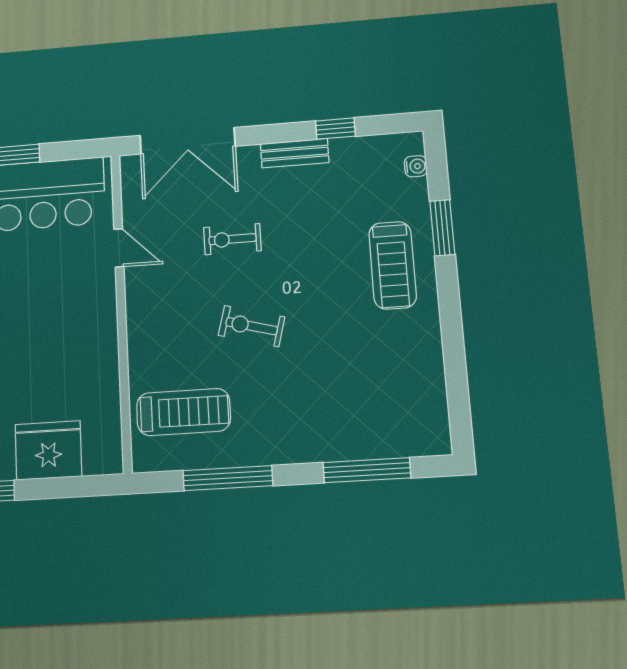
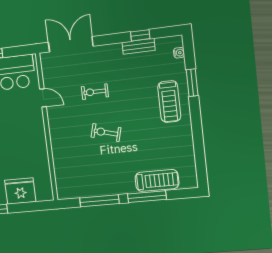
double door: (187, 141) -> (71, 44), swing flipped
bench: (295, 153) -> (139, 46), moved
treadmill: (183, 412) -> (157, 180), moved
window: (367, 470) -> (147, 197), moved

